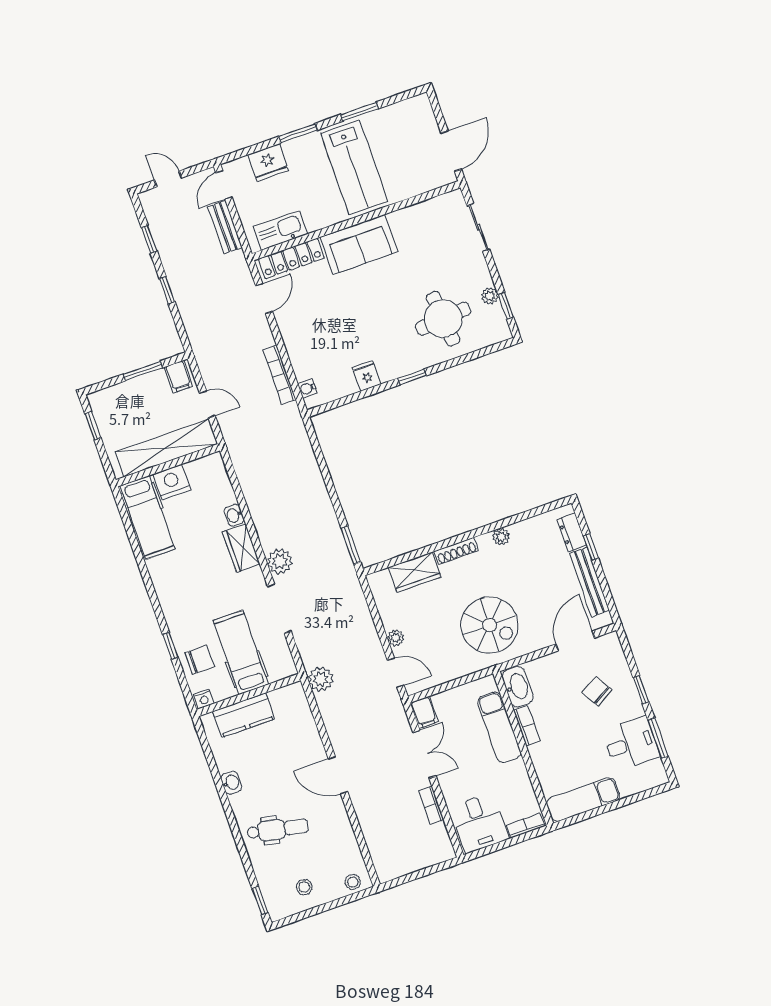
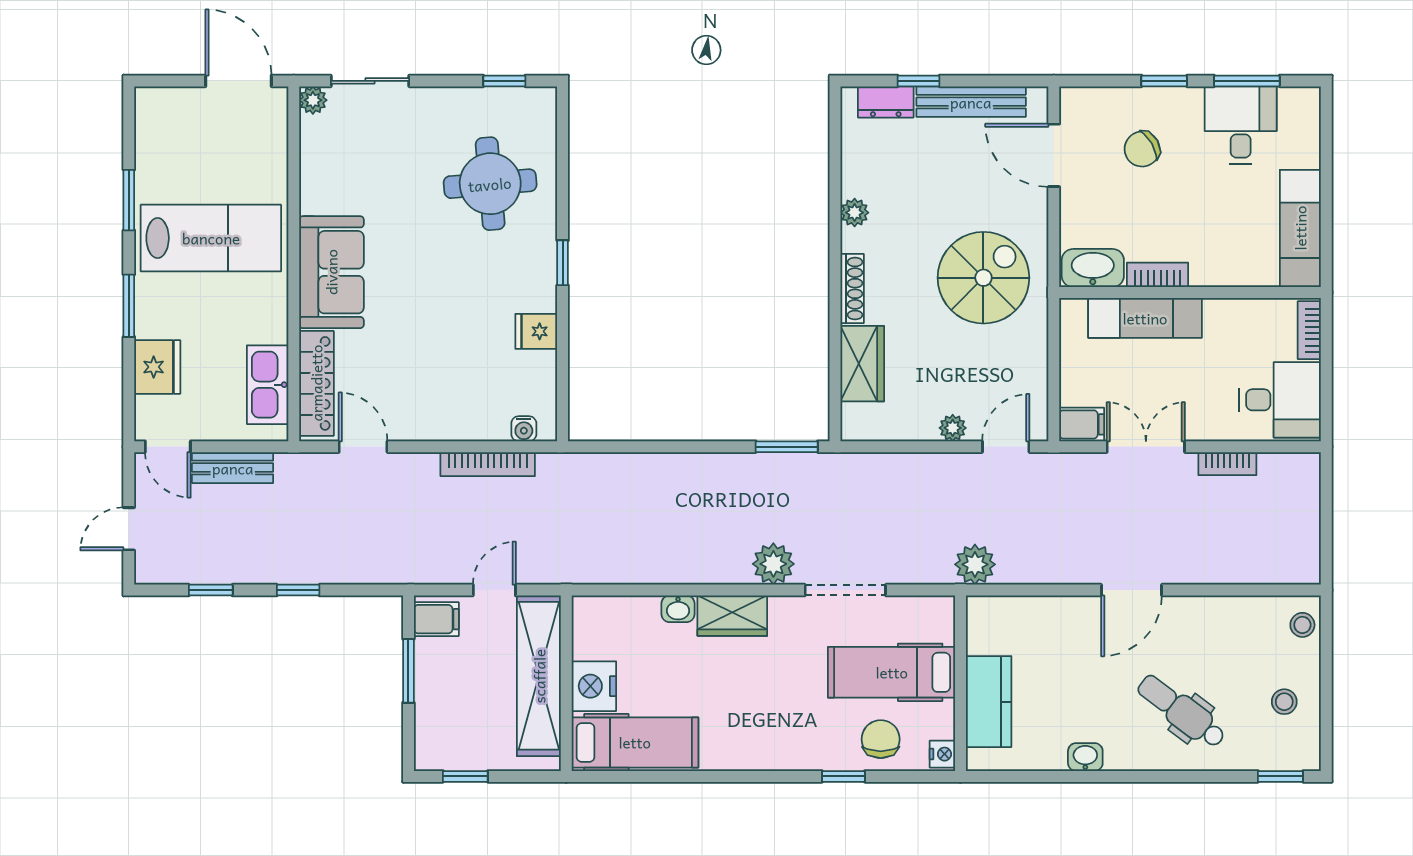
plant: (490, 296) -> (313, 100), moved
dental chair: (278, 829) -> (1181, 711), turned -65

